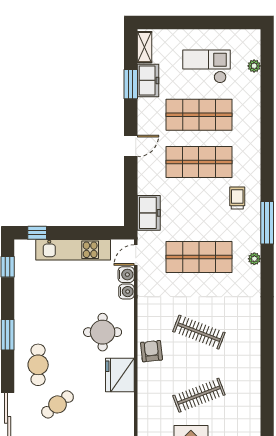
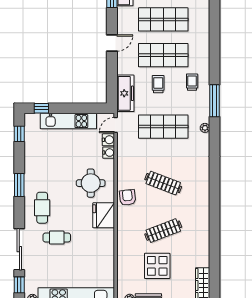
trolley: (192, 201) -> (158, 84), added
freezer: (149, 213) -> (125, 93), width x1.40
cafe table: (57, 404) -> (57, 238), turned 38

